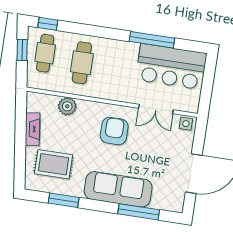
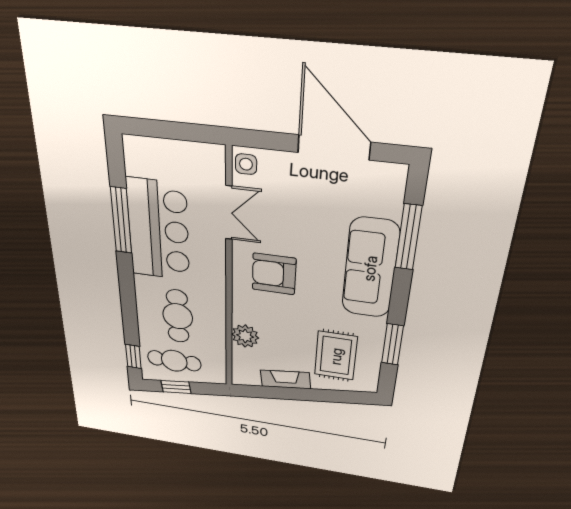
cafe table: (82, 63) -> (178, 316), turned 90
bar counter: (171, 67) -> (158, 230), moved

